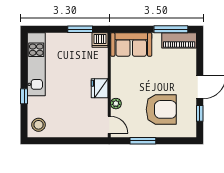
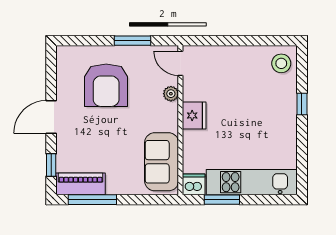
sofa: (131, 45) -> (162, 162), moved, turned -90
kitchen unit: (36, 64) -> (251, 182), moved, turned 90
armchair: (161, 109) -> (106, 85), turned -90
window: (200, 113) -> (51, 165), moved

